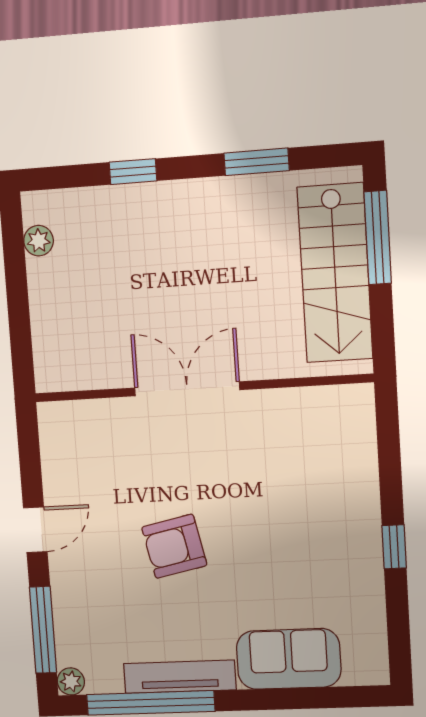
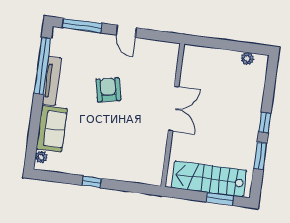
window: (133, 172) -> (265, 122), moved
window: (378, 238) -> (220, 199), width x0.69
plant: (71, 681) -> (41, 157), moved

